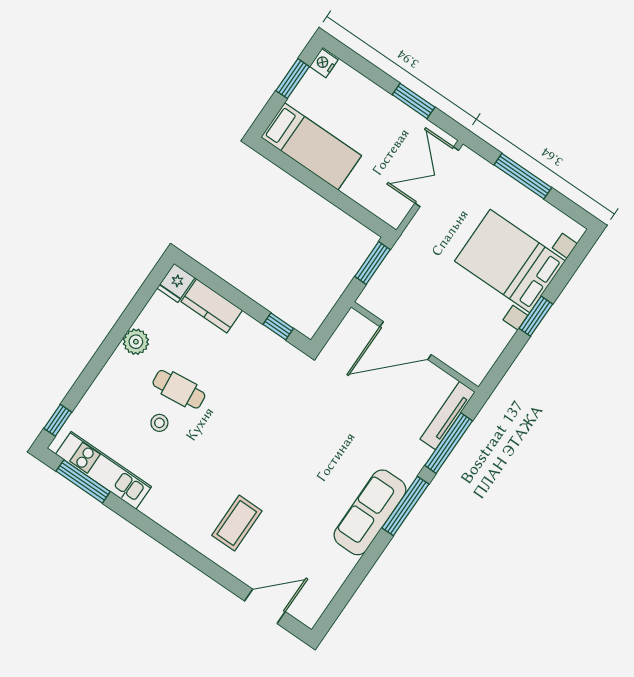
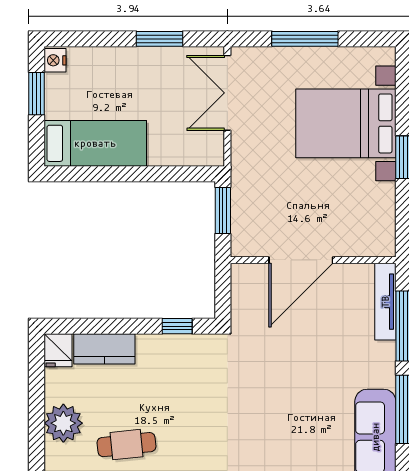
plant: (136, 342) -> (63, 423), width x1.36, depth x1.36

